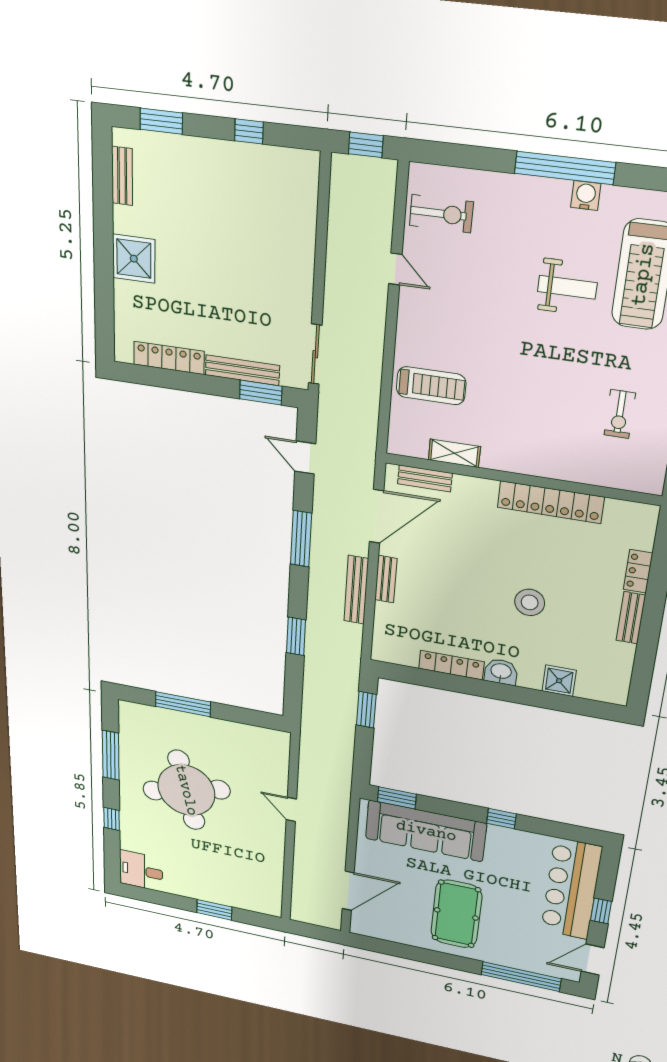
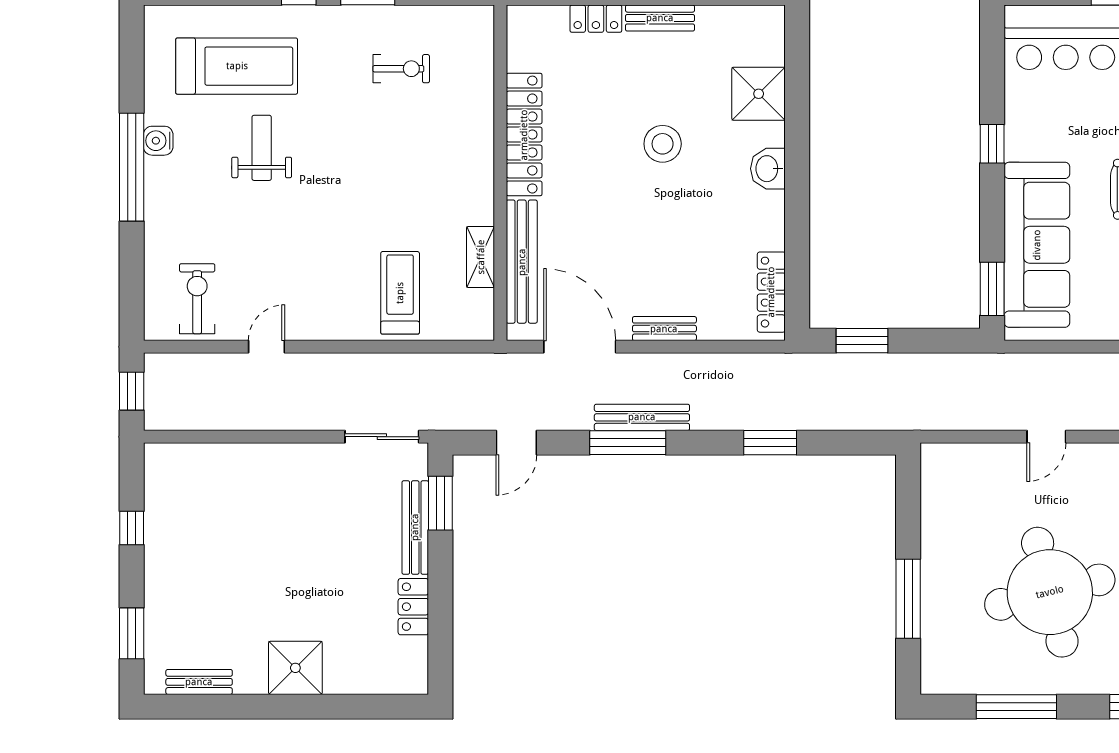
locker: (169, 358) -> (413, 607), width x0.66
bench: (425, 478) -> (522, 262), width x1.86, depth x1.21
bench: (356, 590) -> (642, 417), moved
locker: (451, 665) -> (771, 292), moved
shower: (559, 681) -> (759, 94), width x1.36, depth x1.36

